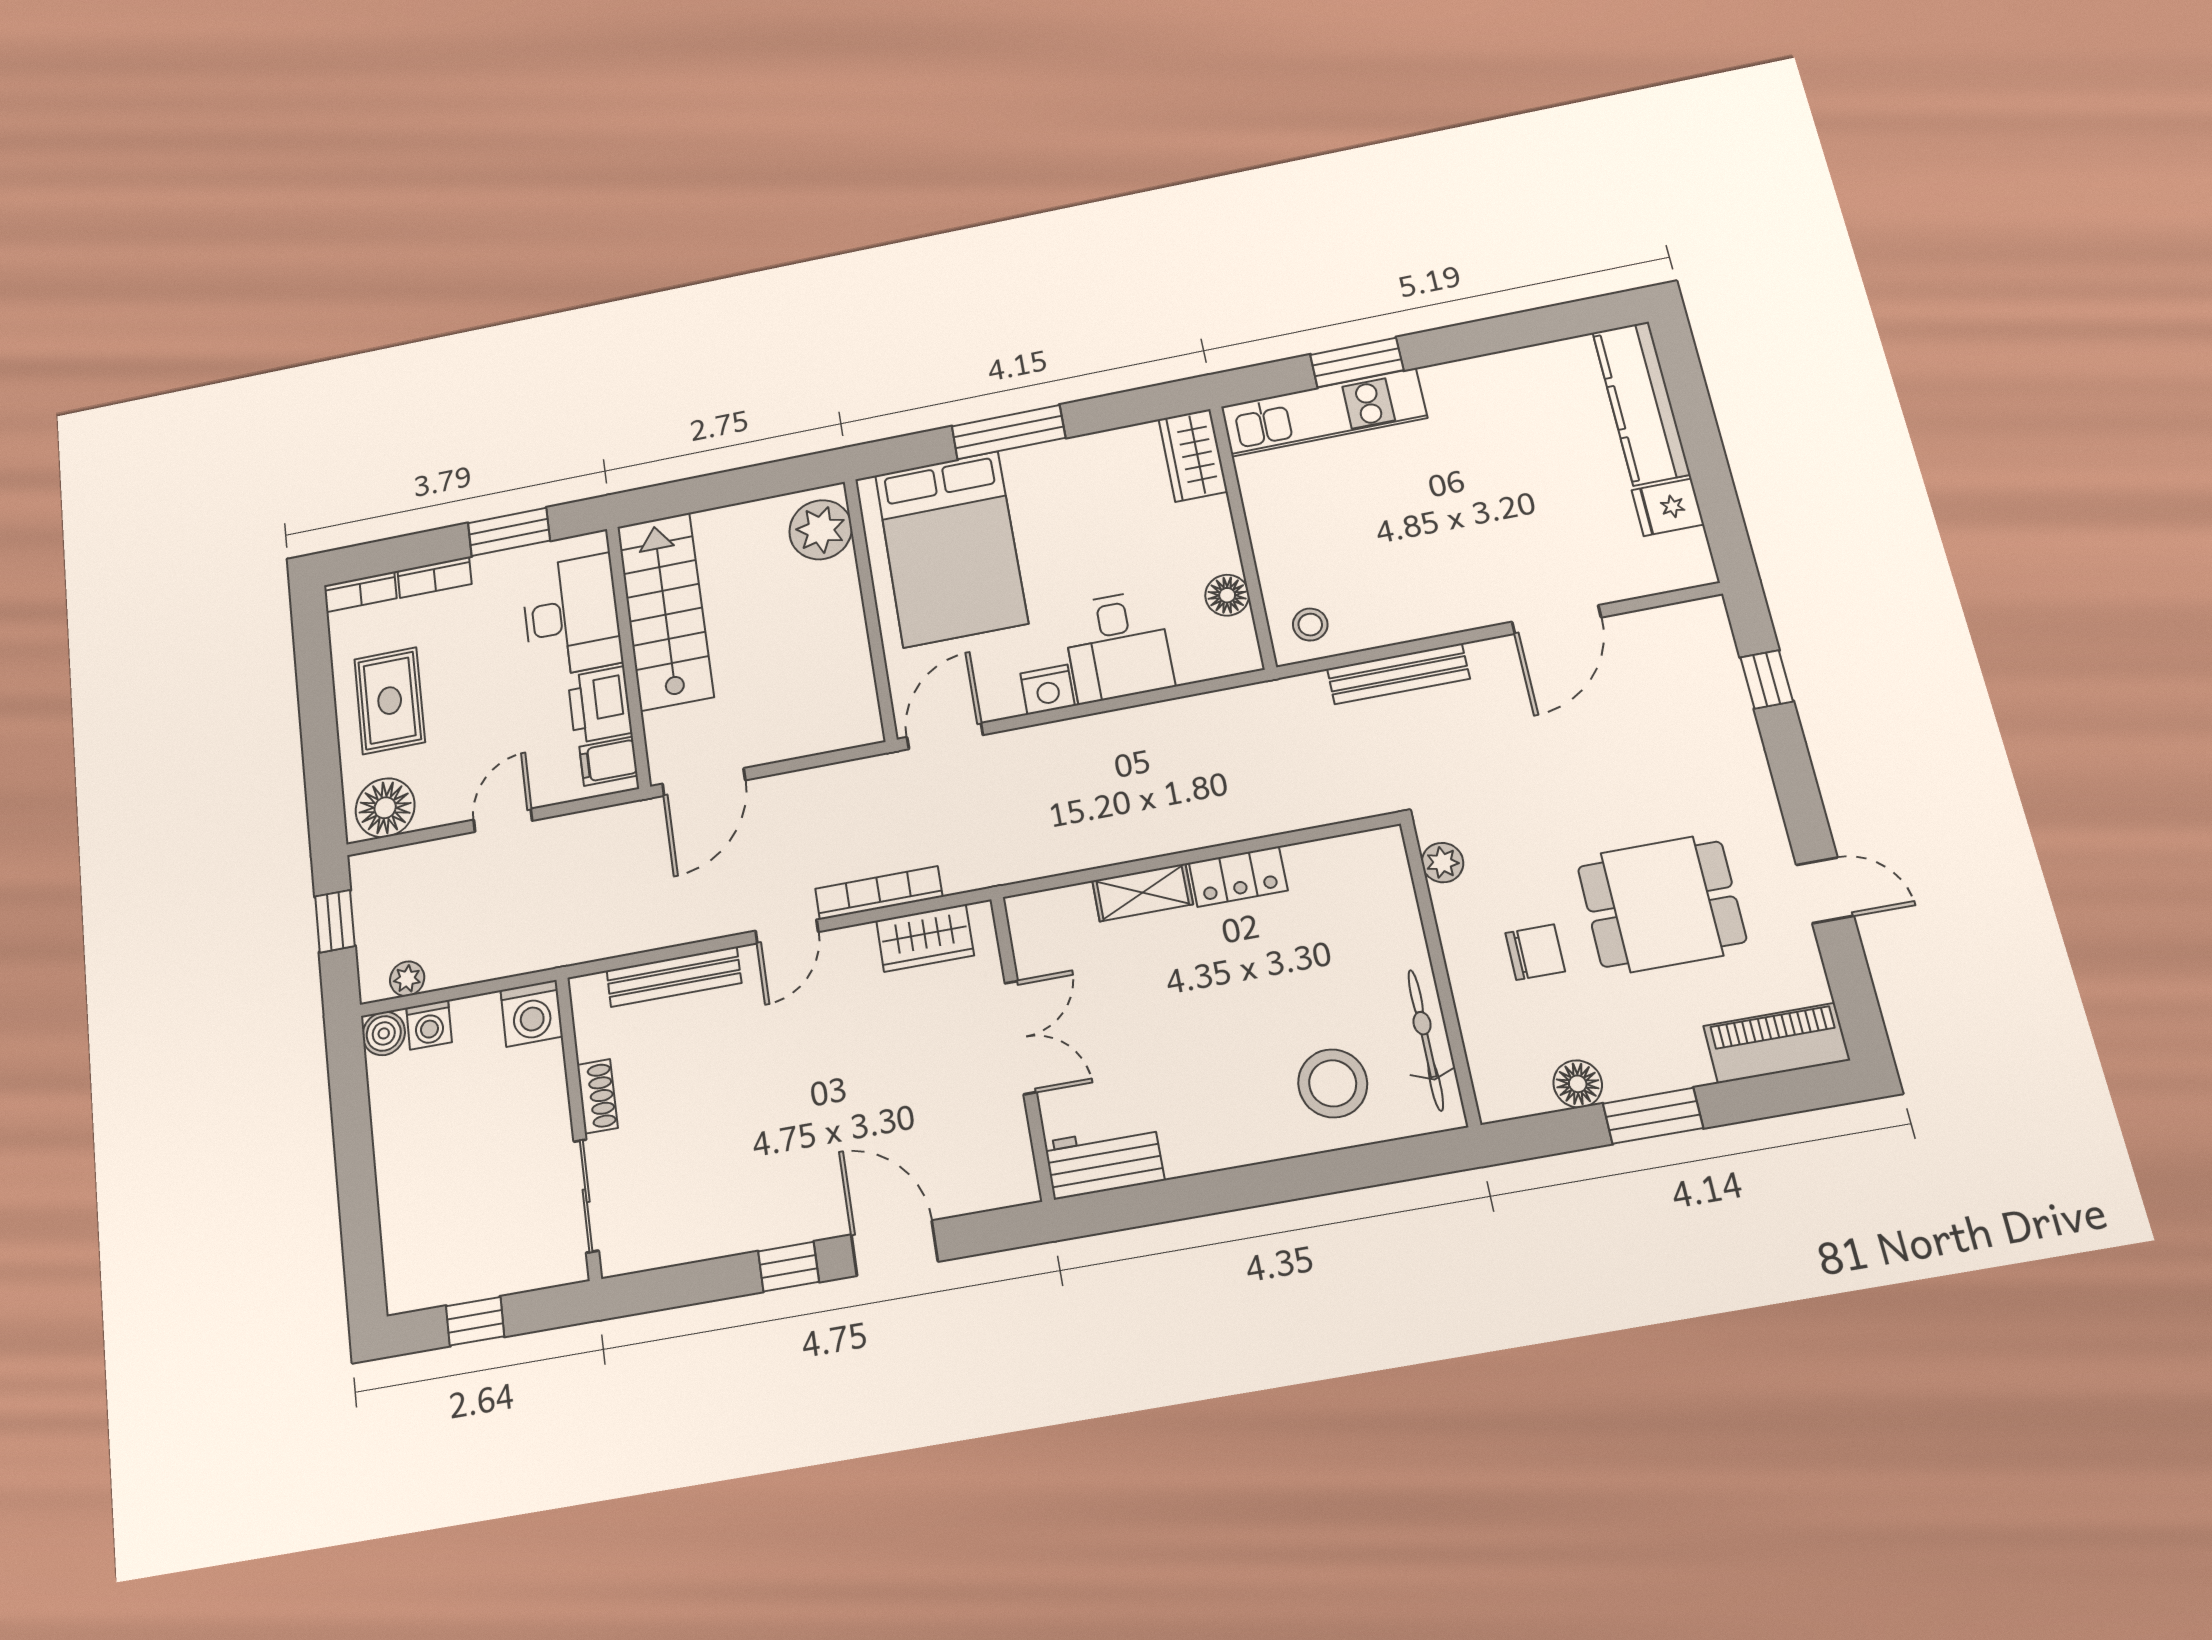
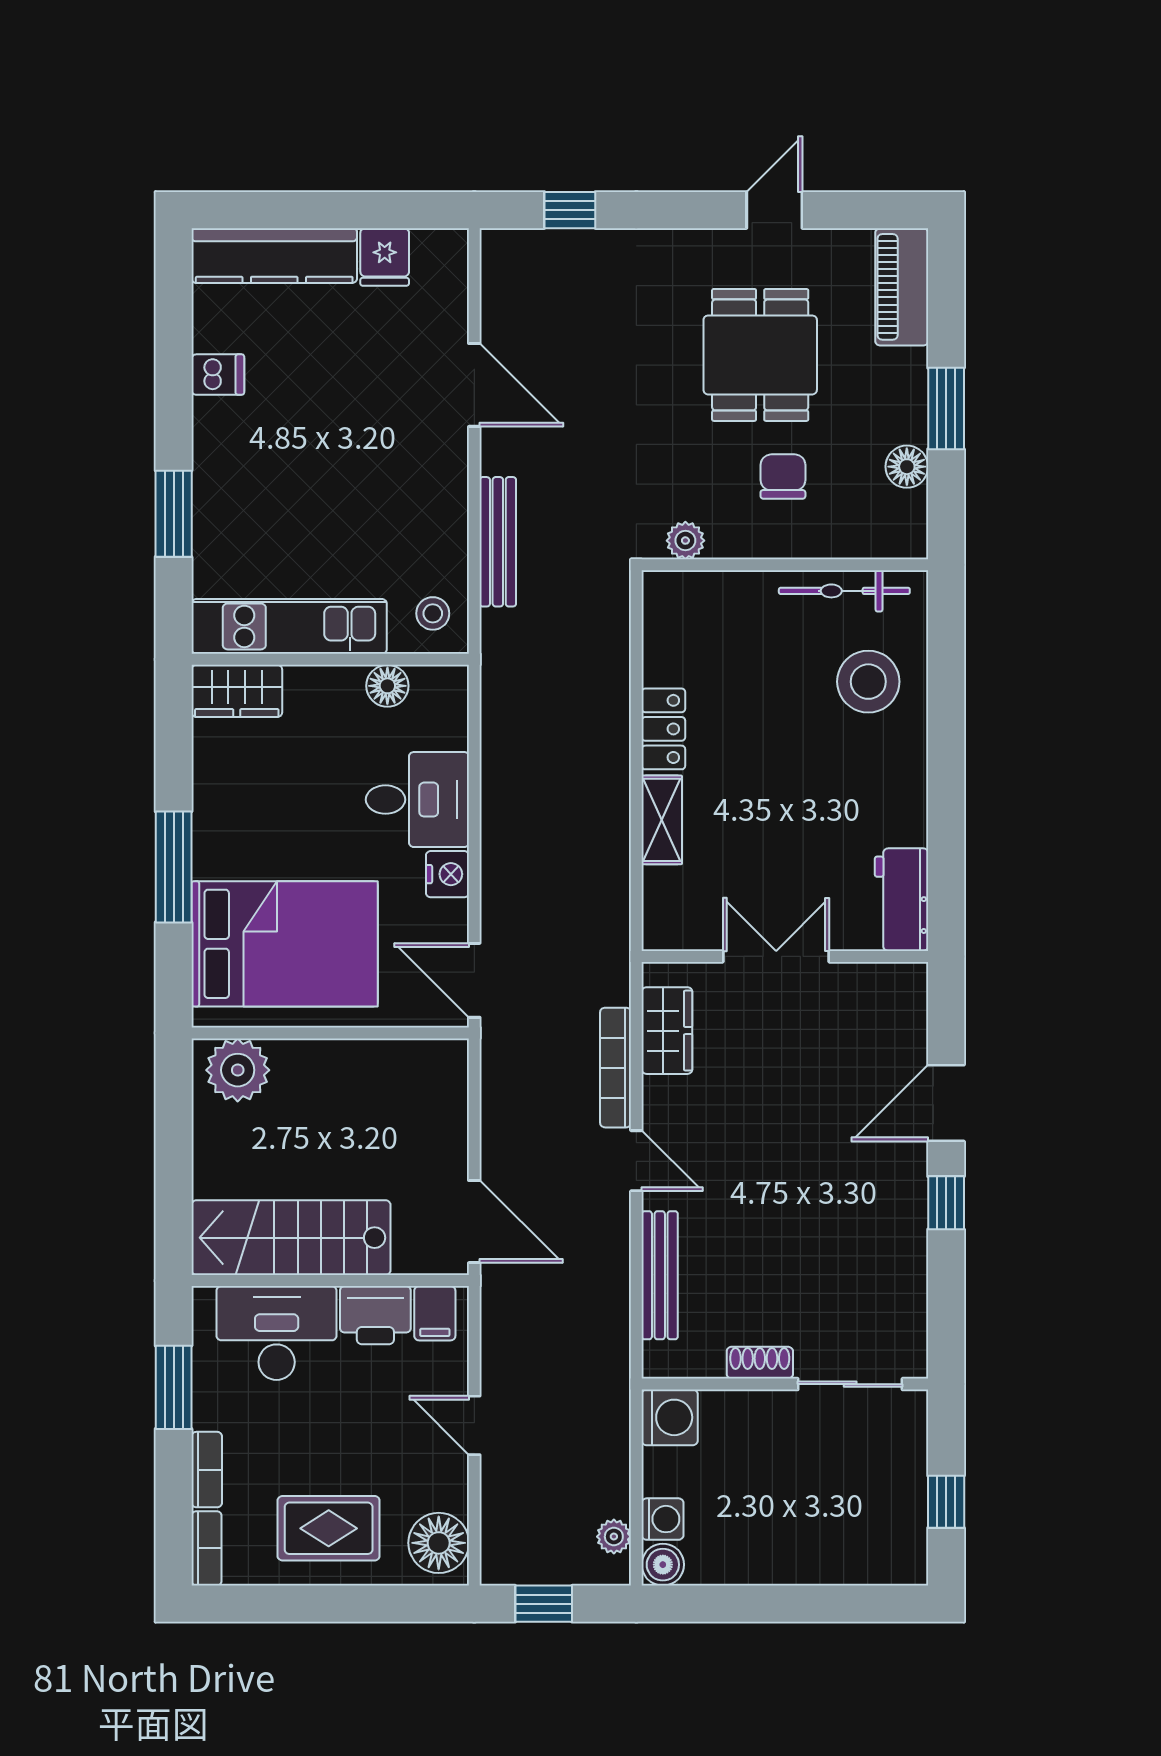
dishwasher: (1506, 375) -> (218, 375), added
kitchen unit: (1324, 412) -> (289, 626), moved, turned -90

